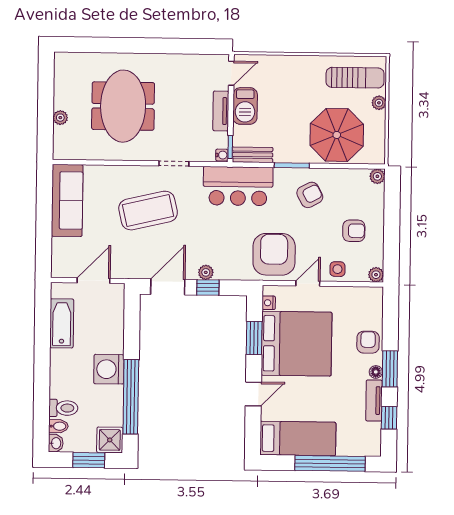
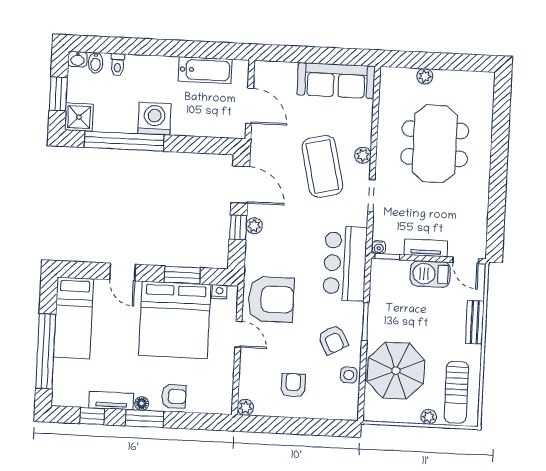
meeting table: (123, 106) -> (435, 144), turned 90
bench: (253, 155) -> (475, 322), moved
plant: (377, 176) -> (363, 155), moved
armchair: (354, 231) -> (293, 385), turned 180
side table: (337, 269) -> (349, 375), moved
toilet: (63, 408) -> (118, 65), width x0.73, depth x0.72

